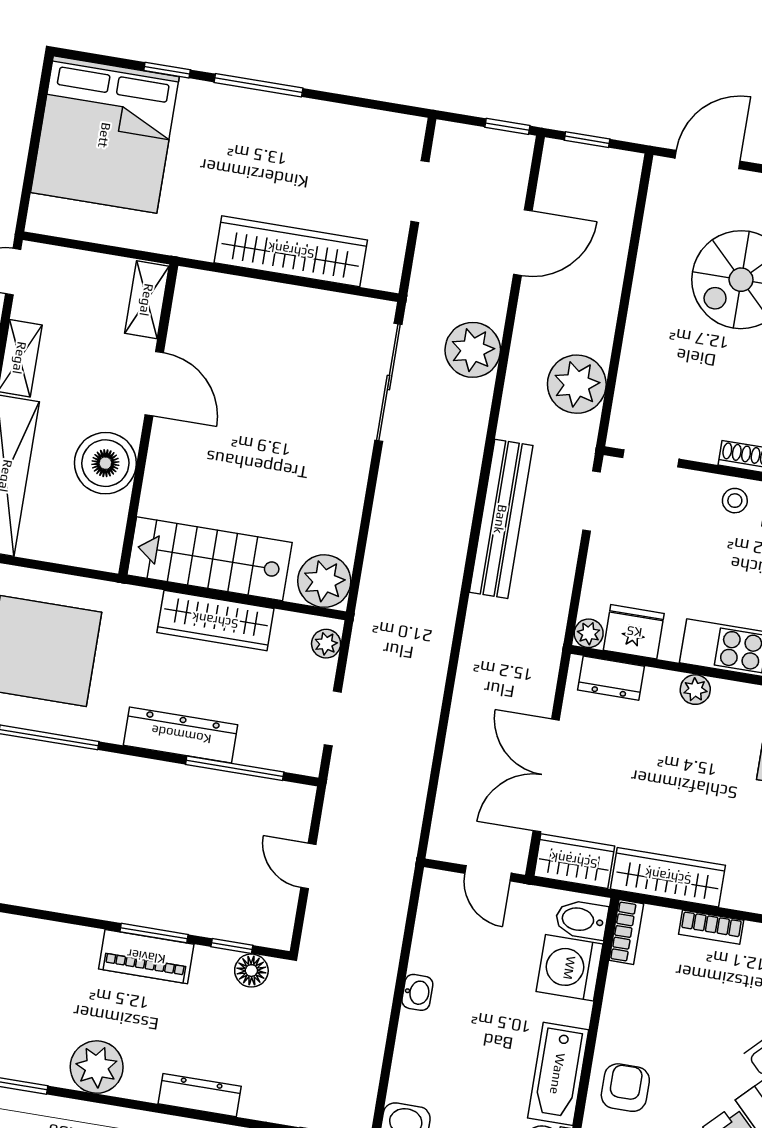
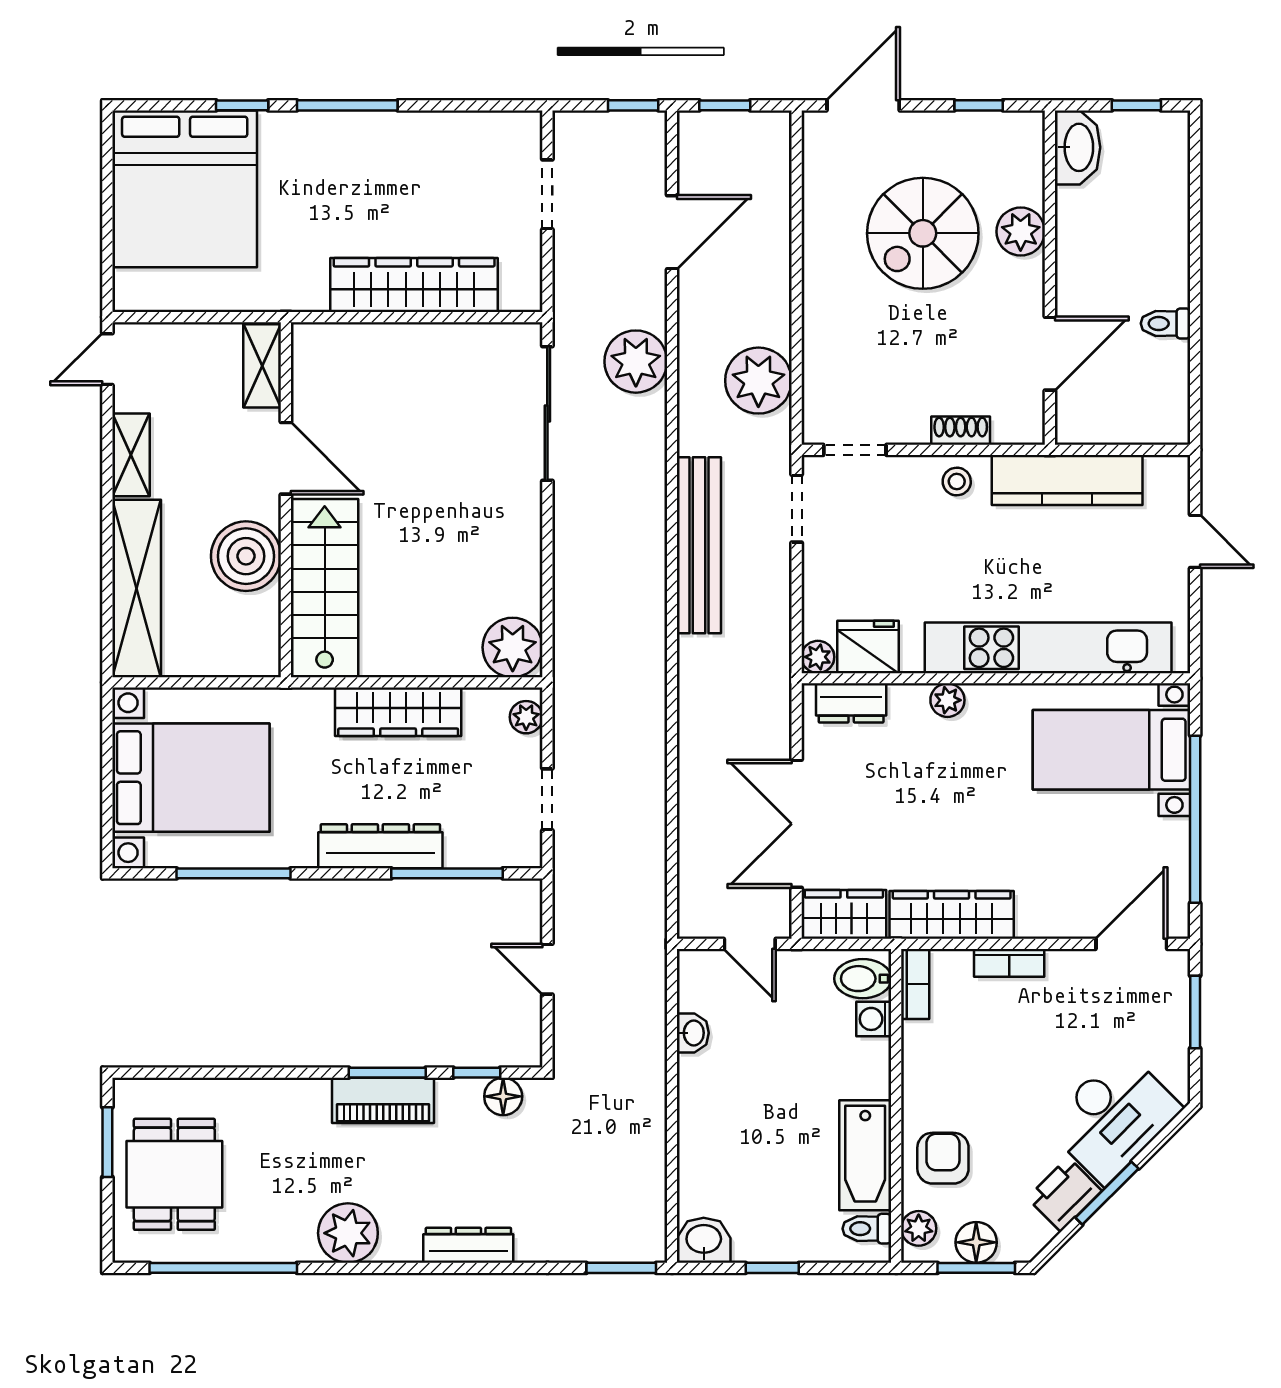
stairs: (210, 559) -> (325, 588), moved, turned 90
washing machine: (570, 968) -> (874, 1019), width x0.53, depth x0.53
washbasin: (417, 992) -> (693, 1033), moved

